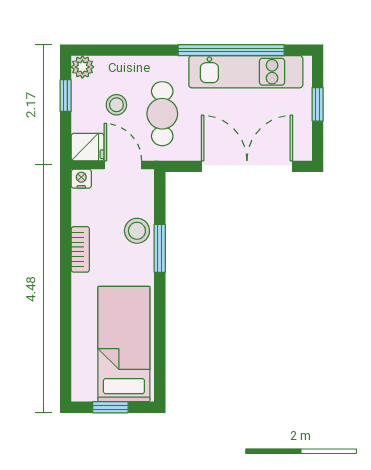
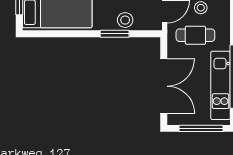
window: (318, 104) -> (201, 128), width x2.17

